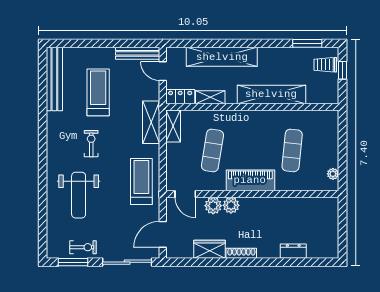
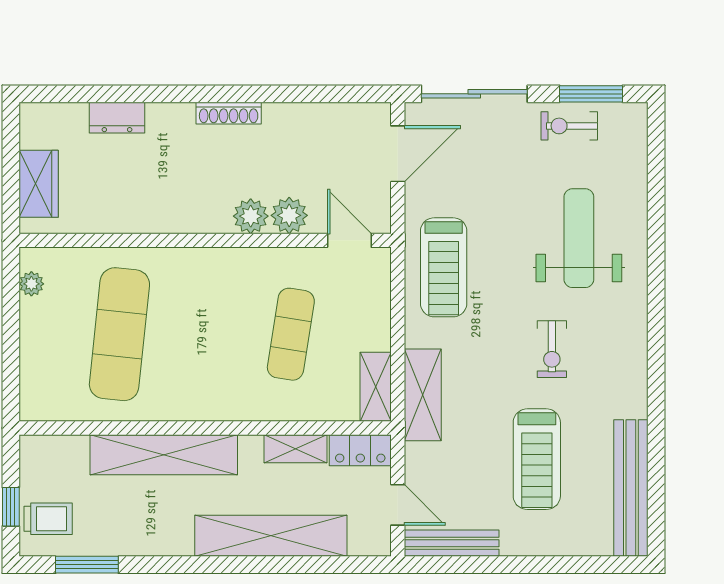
exercise mat: (292, 150) -> (119, 334), width x1.36, depth x1.45
piano: (250, 180) -> (209, 270), removed
wardrobe: (209, 249) -> (39, 184), moved, turned -90

